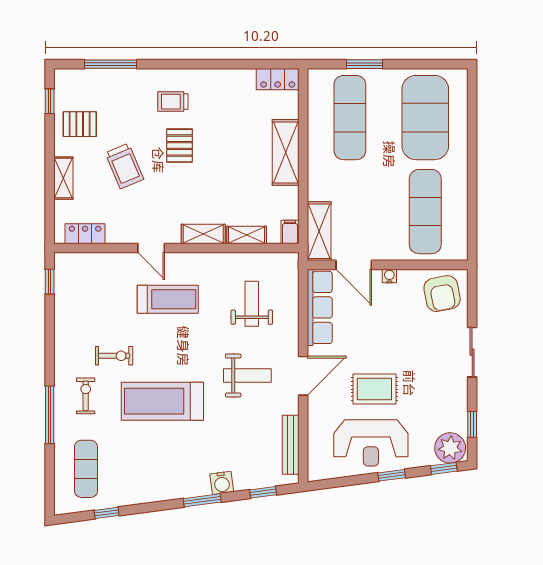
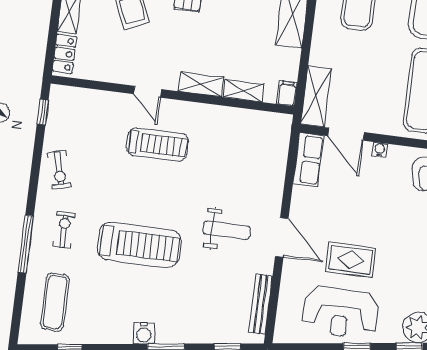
locker: (85, 234) -> (64, 54), moved, turned 90
weight bench: (252, 304) -> (240, 160), removed
row of seats: (320, 307) -> (308, 160), width x0.68
exercise bike: (114, 356) -> (59, 170), moved, turned 75
door: (303, 376) -> (282, 238), hinge flipped
treadmill: (162, 401) -> (139, 245), turned 180
water cooler: (222, 483) -> (144, 333), moved

